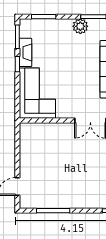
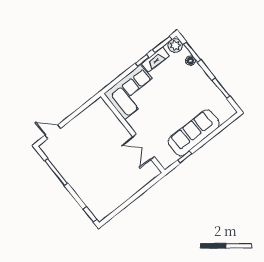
floor lamp: (50, 24) -> (190, 61), added
plant: (80, 26) -> (175, 45), moved

